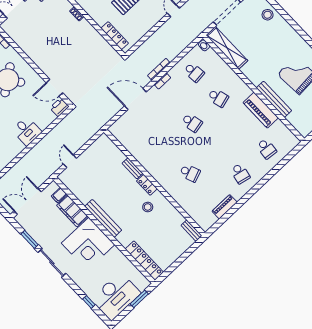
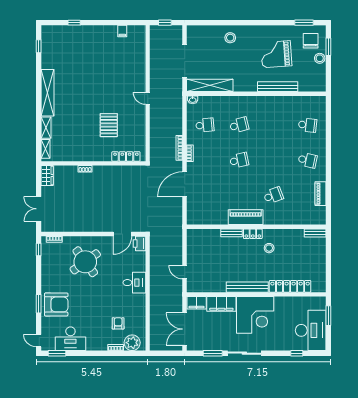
stool: (268, 15) -> (230, 38), moved
piano: (261, 110) -> (246, 217), moved, turned 180
filing cabinet: (59, 195) -> (197, 303), width x2.00
locker: (144, 261) -> (290, 286), moved

